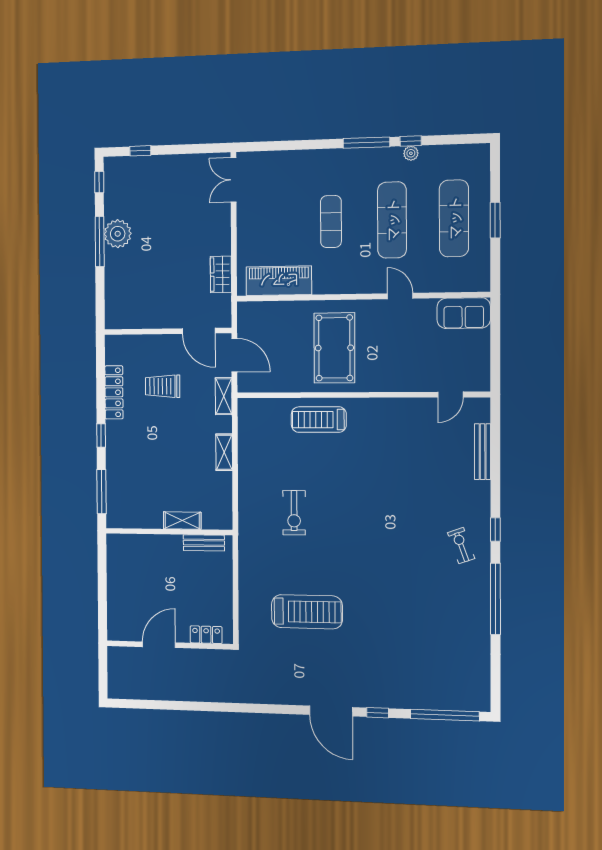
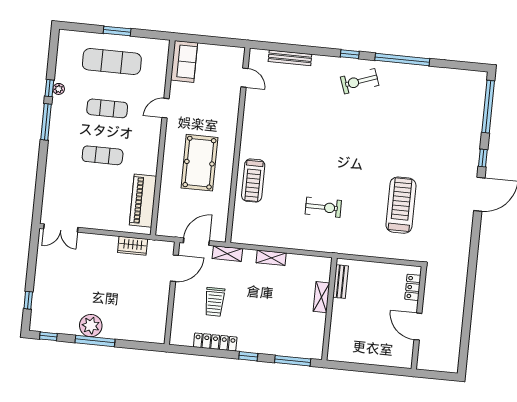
exercise mat: (392, 220) -> (107, 108), width x0.73, depth x0.69
pool table: (334, 348) -> (199, 163), turned 90
exercise bike: (461, 546) -> (360, 81), width x1.38, depth x1.39

